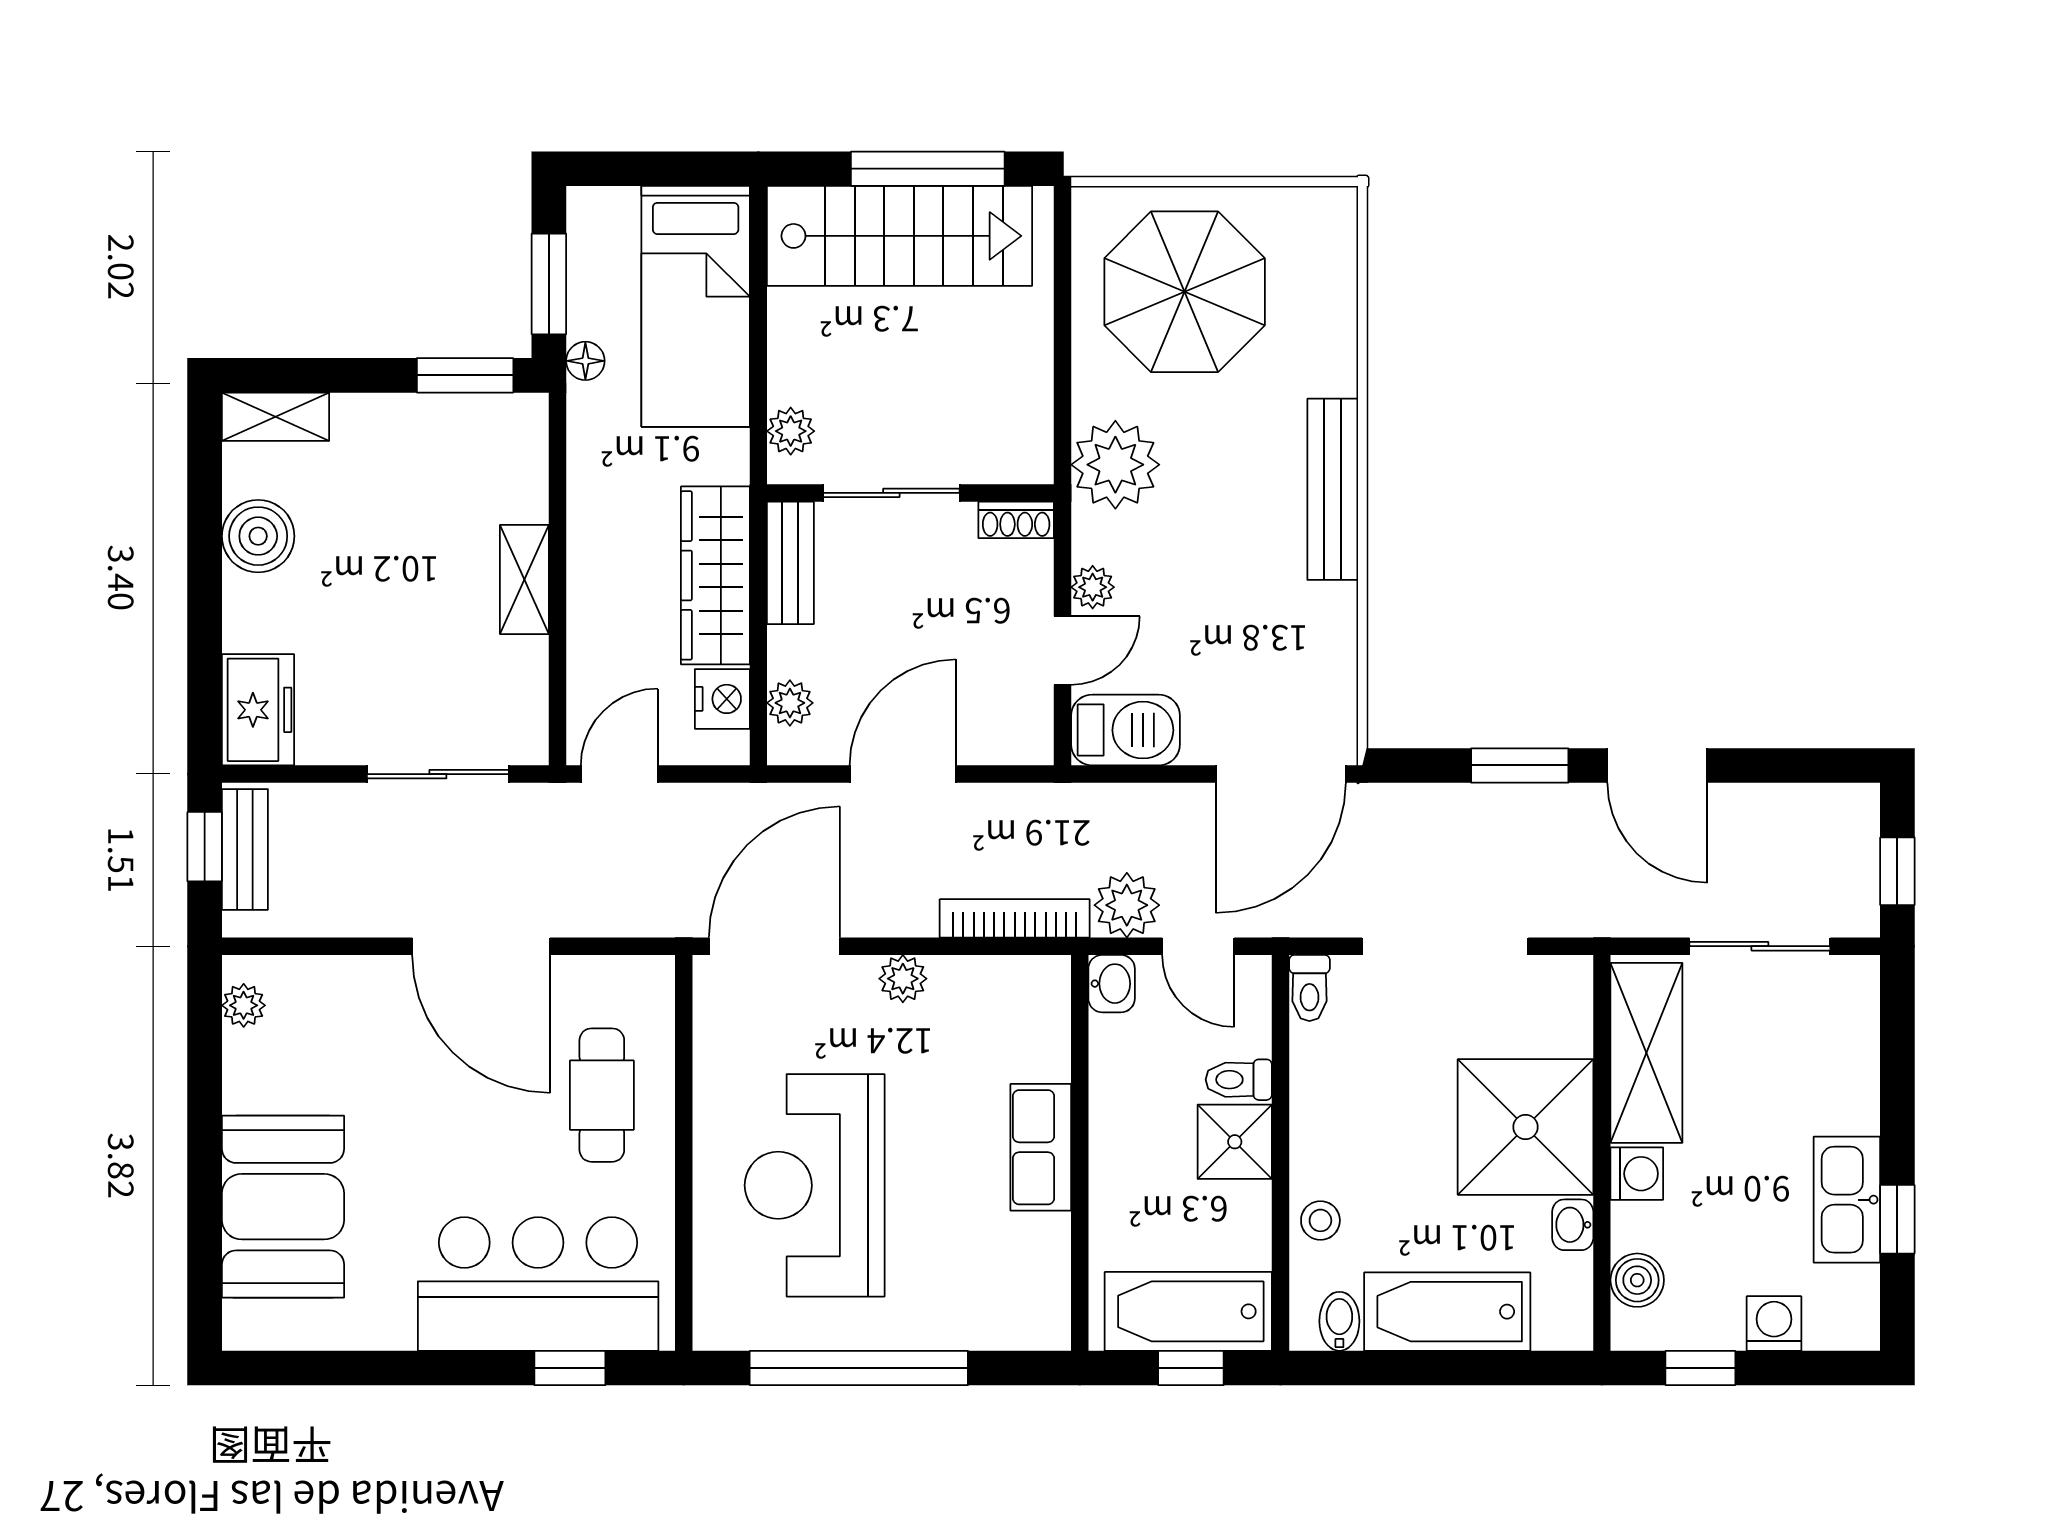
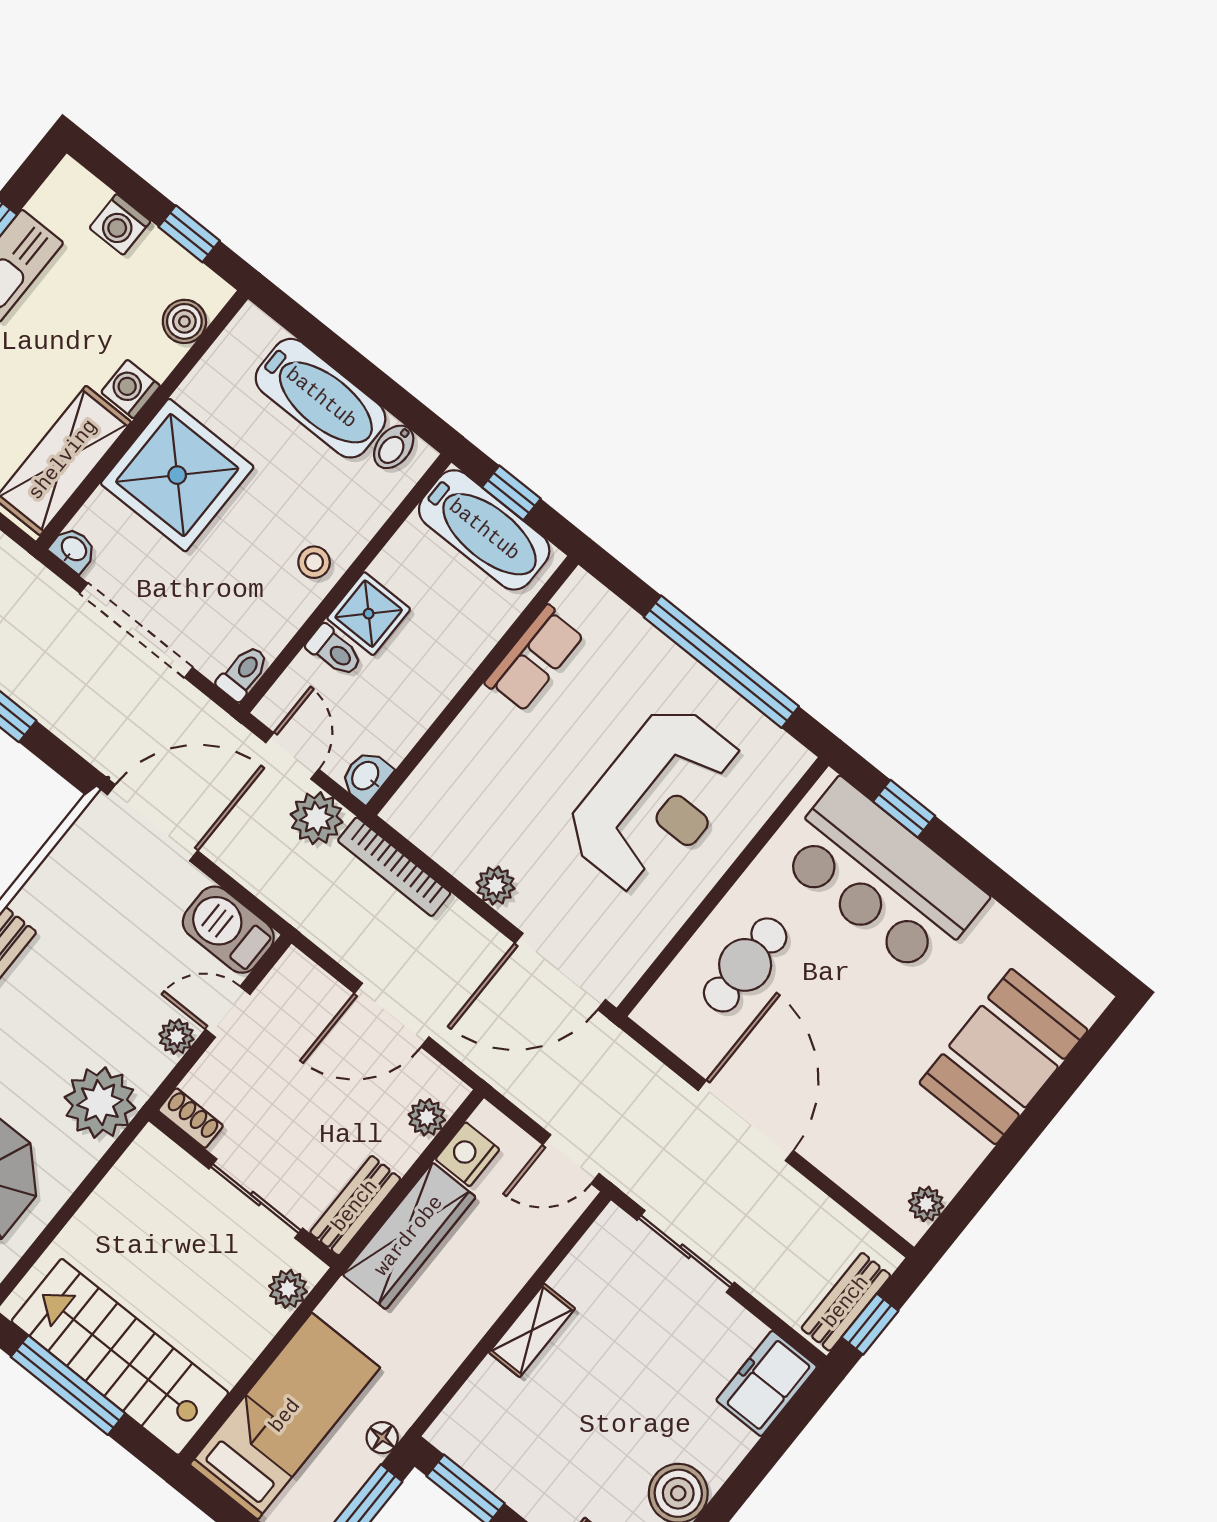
row of seats: (1041, 1147) -> (534, 658), moved
stool: (1320, 1220) -> (314, 562), moved
washbasin: (1573, 1225) -> (73, 549), moved, turned -90

